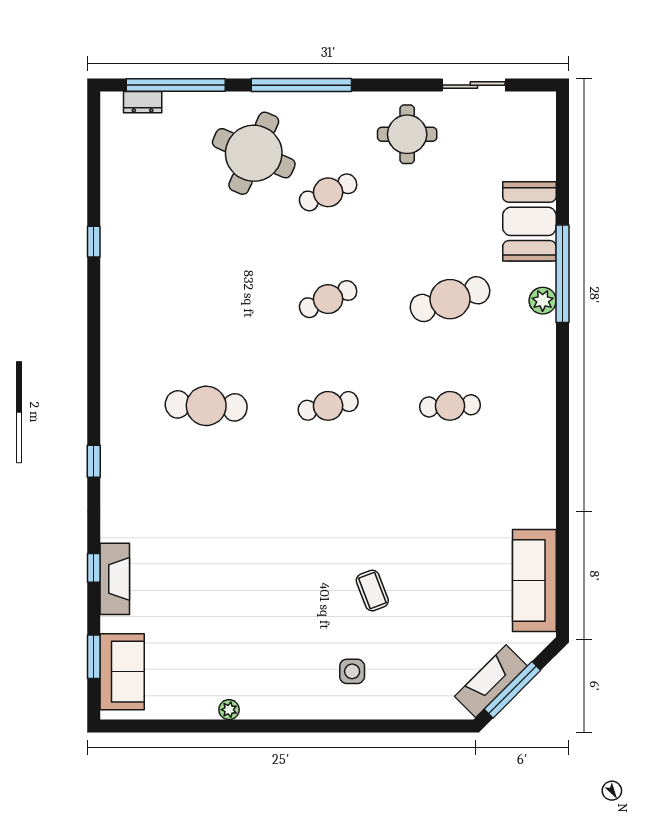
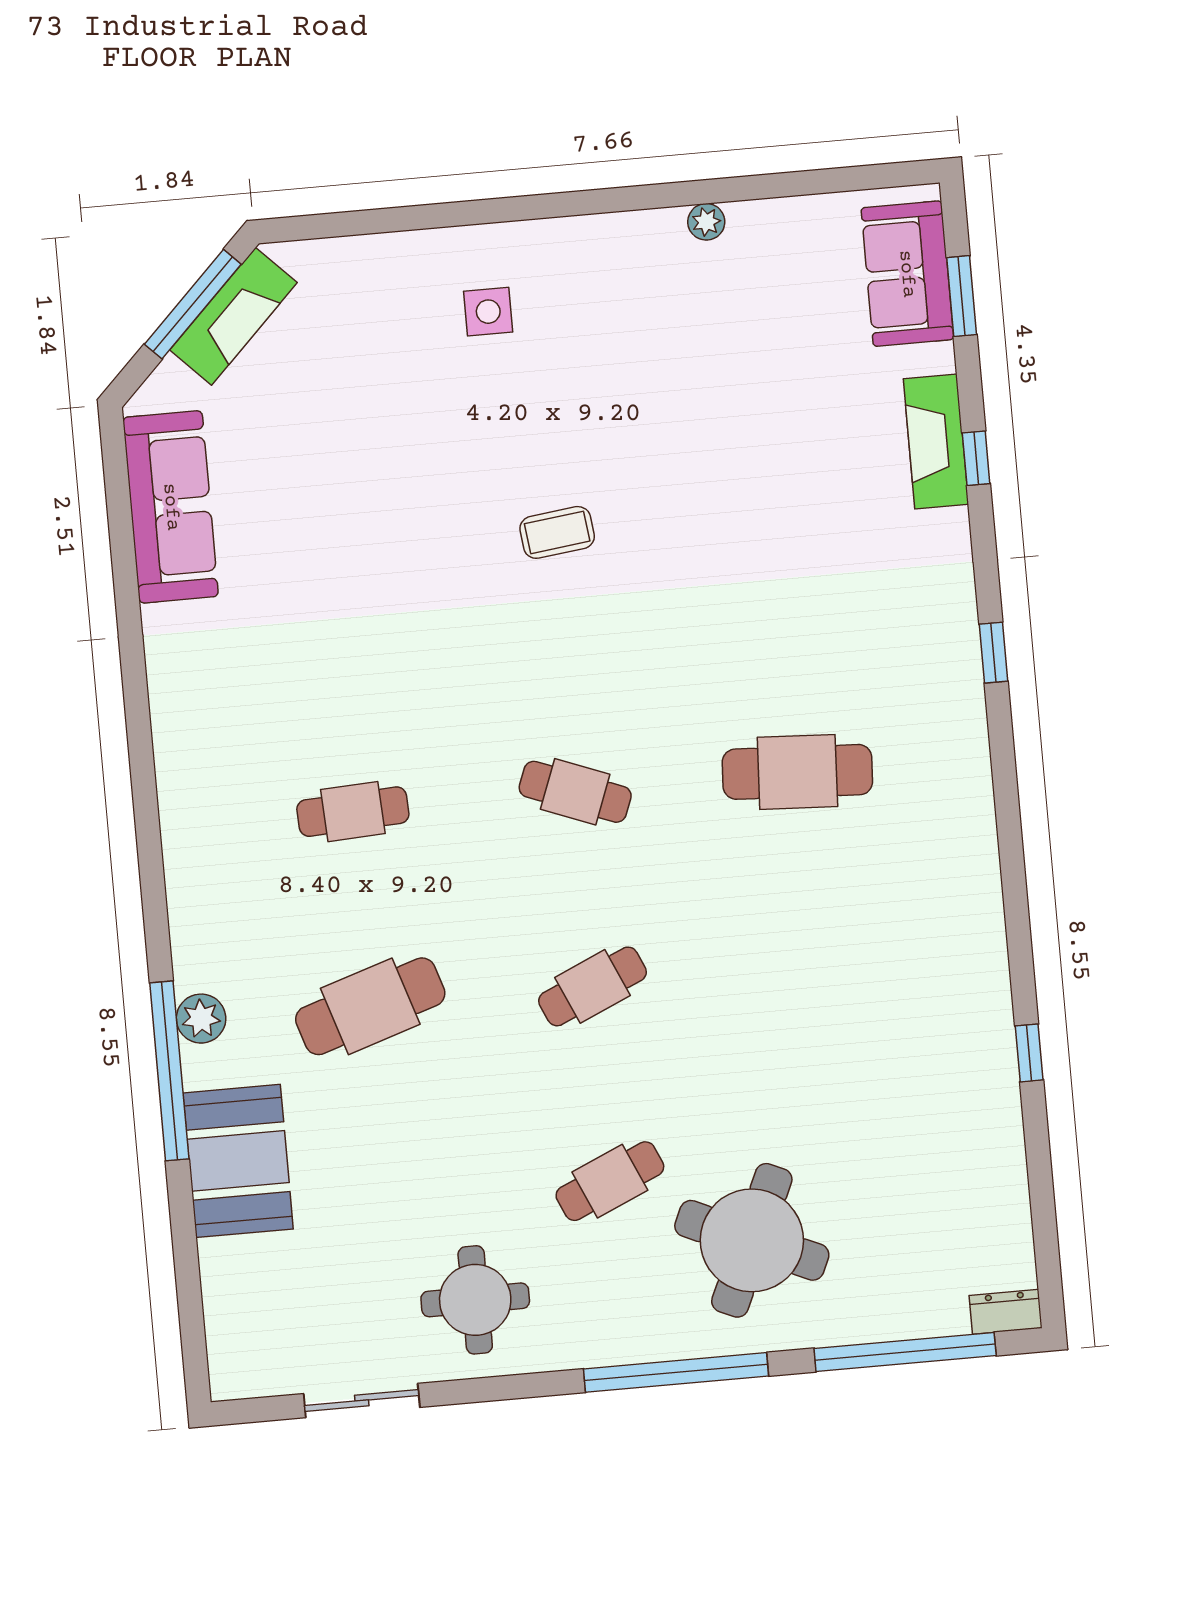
dresser: (143, 102) -> (1006, 1312), moved
cafe table: (328, 406) -> (575, 792), turned 33
coffee table: (372, 591) -> (557, 532), moved, turned -76

